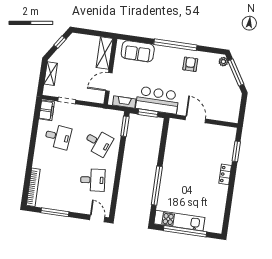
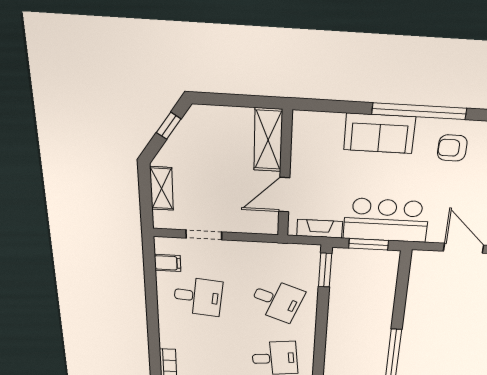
sofa: (138, 51) -> (379, 133), moved
armchair: (190, 64) -> (452, 148), turned -90
filing cabinet: (47, 110) -> (168, 263), width x0.50

